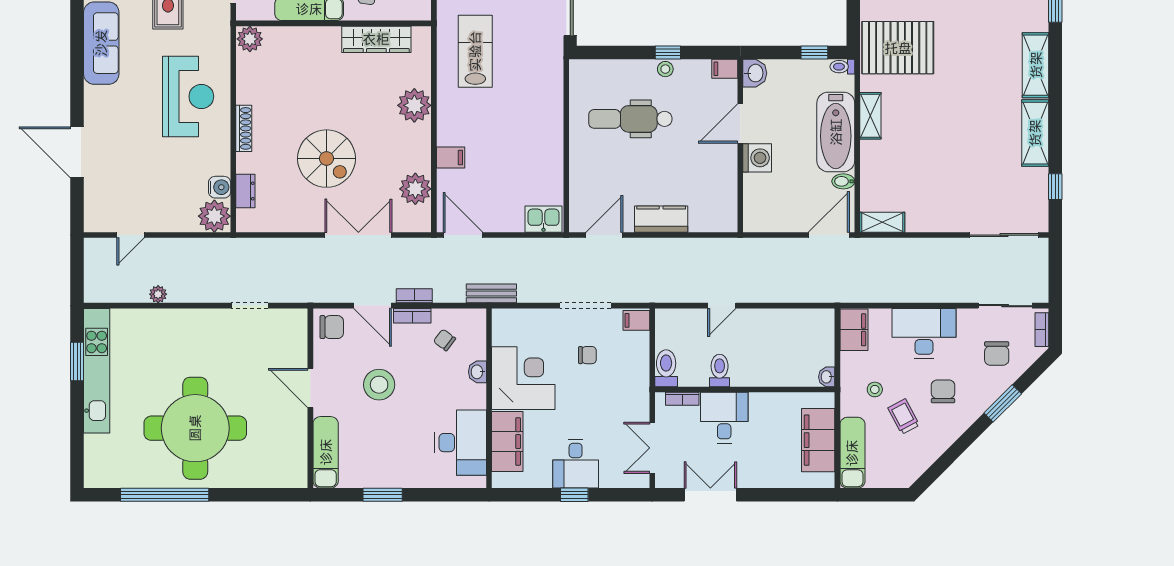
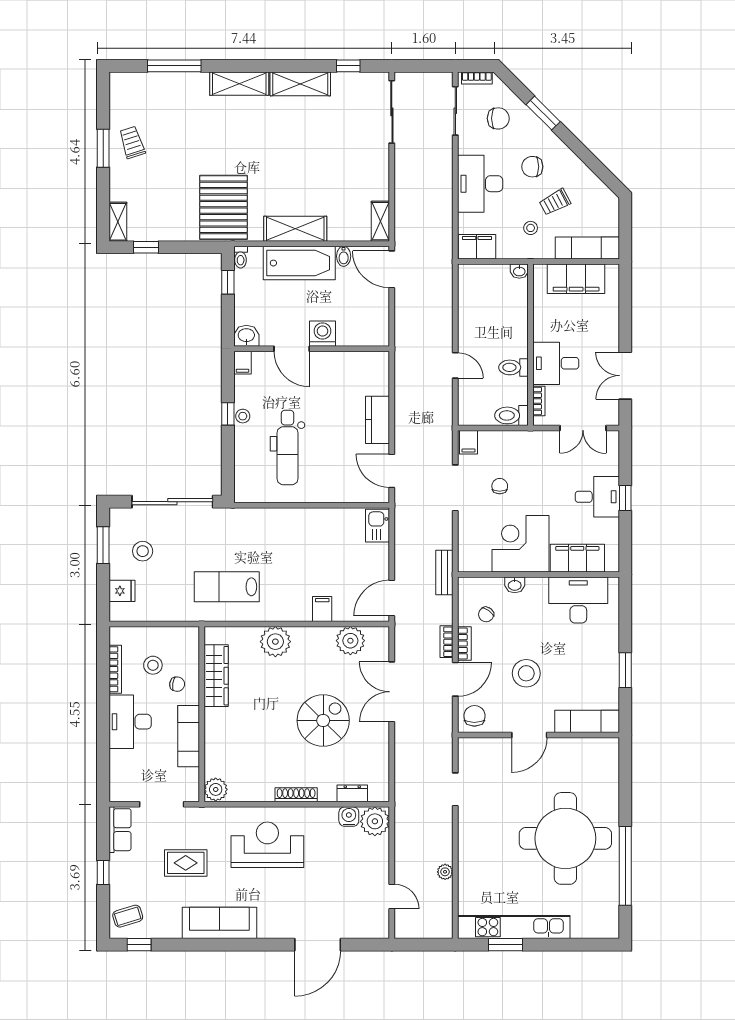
shelving: (870, 116) -> (295, 229), width x1.50, depth x1.33

